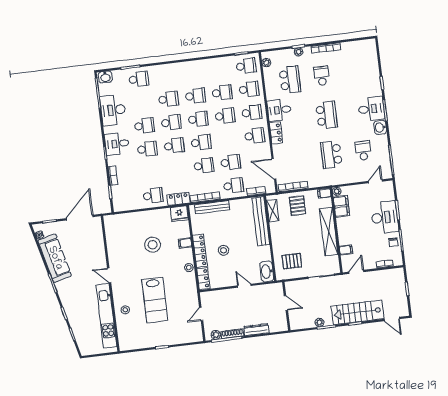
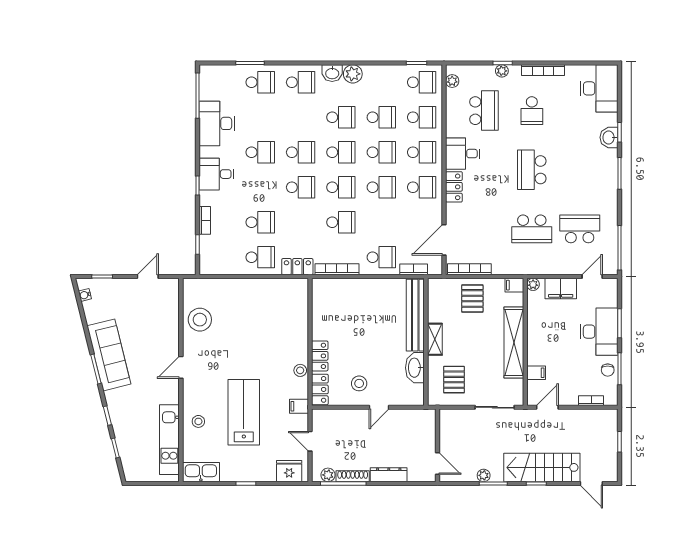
plant: (200, 66) -> (353, 74), added
school desk: (322, 76) -> (532, 111), turned 180
washbasin: (105, 77) -> (332, 73), moved
school desk: (168, 99) -> (301, 82), moved
desk: (371, 109) -> (599, 88), moved, width x1.37
school desk: (327, 115) -> (532, 170), turned 180
washbasin: (380, 127) -> (609, 137), moved
school desk: (147, 149) -> (260, 222), moved
school desk: (363, 151) -> (580, 229), width x1.85
school desk: (331, 154) -> (532, 229), turned -90
school desk: (231, 162) -> (381, 187), moved
door: (274, 169) -> (444, 240), hinge flipped
filing cabinet: (341, 206) -> (561, 289), moved, turned 90
bench: (212, 207) -> (346, 285), removed
shelving: (273, 211) -> (435, 339), moved
fridge: (179, 214) -> (289, 471), moved, turned 180
door: (80, 218) -> (148, 277), width x0.53
filing cabinet: (185, 243) -> (299, 406), moved
stool: (153, 245) -> (200, 320), moved
stool: (224, 250) -> (359, 383), moved
locker: (200, 251) -> (320, 356), width x0.66
sofa: (55, 258) -> (109, 355), moved
pallet: (292, 261) -> (454, 380), turned 90
washbasin: (267, 271) -> (415, 368), moved
door: (109, 275) -> (181, 367), hinge flipped
door: (244, 286) -> (379, 407), swing flipped
lab bench: (155, 300) -> (244, 412), turned 180
door: (286, 303) -> (437, 463), moved
door: (201, 314) -> (310, 441), hinge flipped
kitchen unit: (106, 316) -> (169, 440), width x0.73
kitchen sink: (131, 343) -> (201, 472), added

